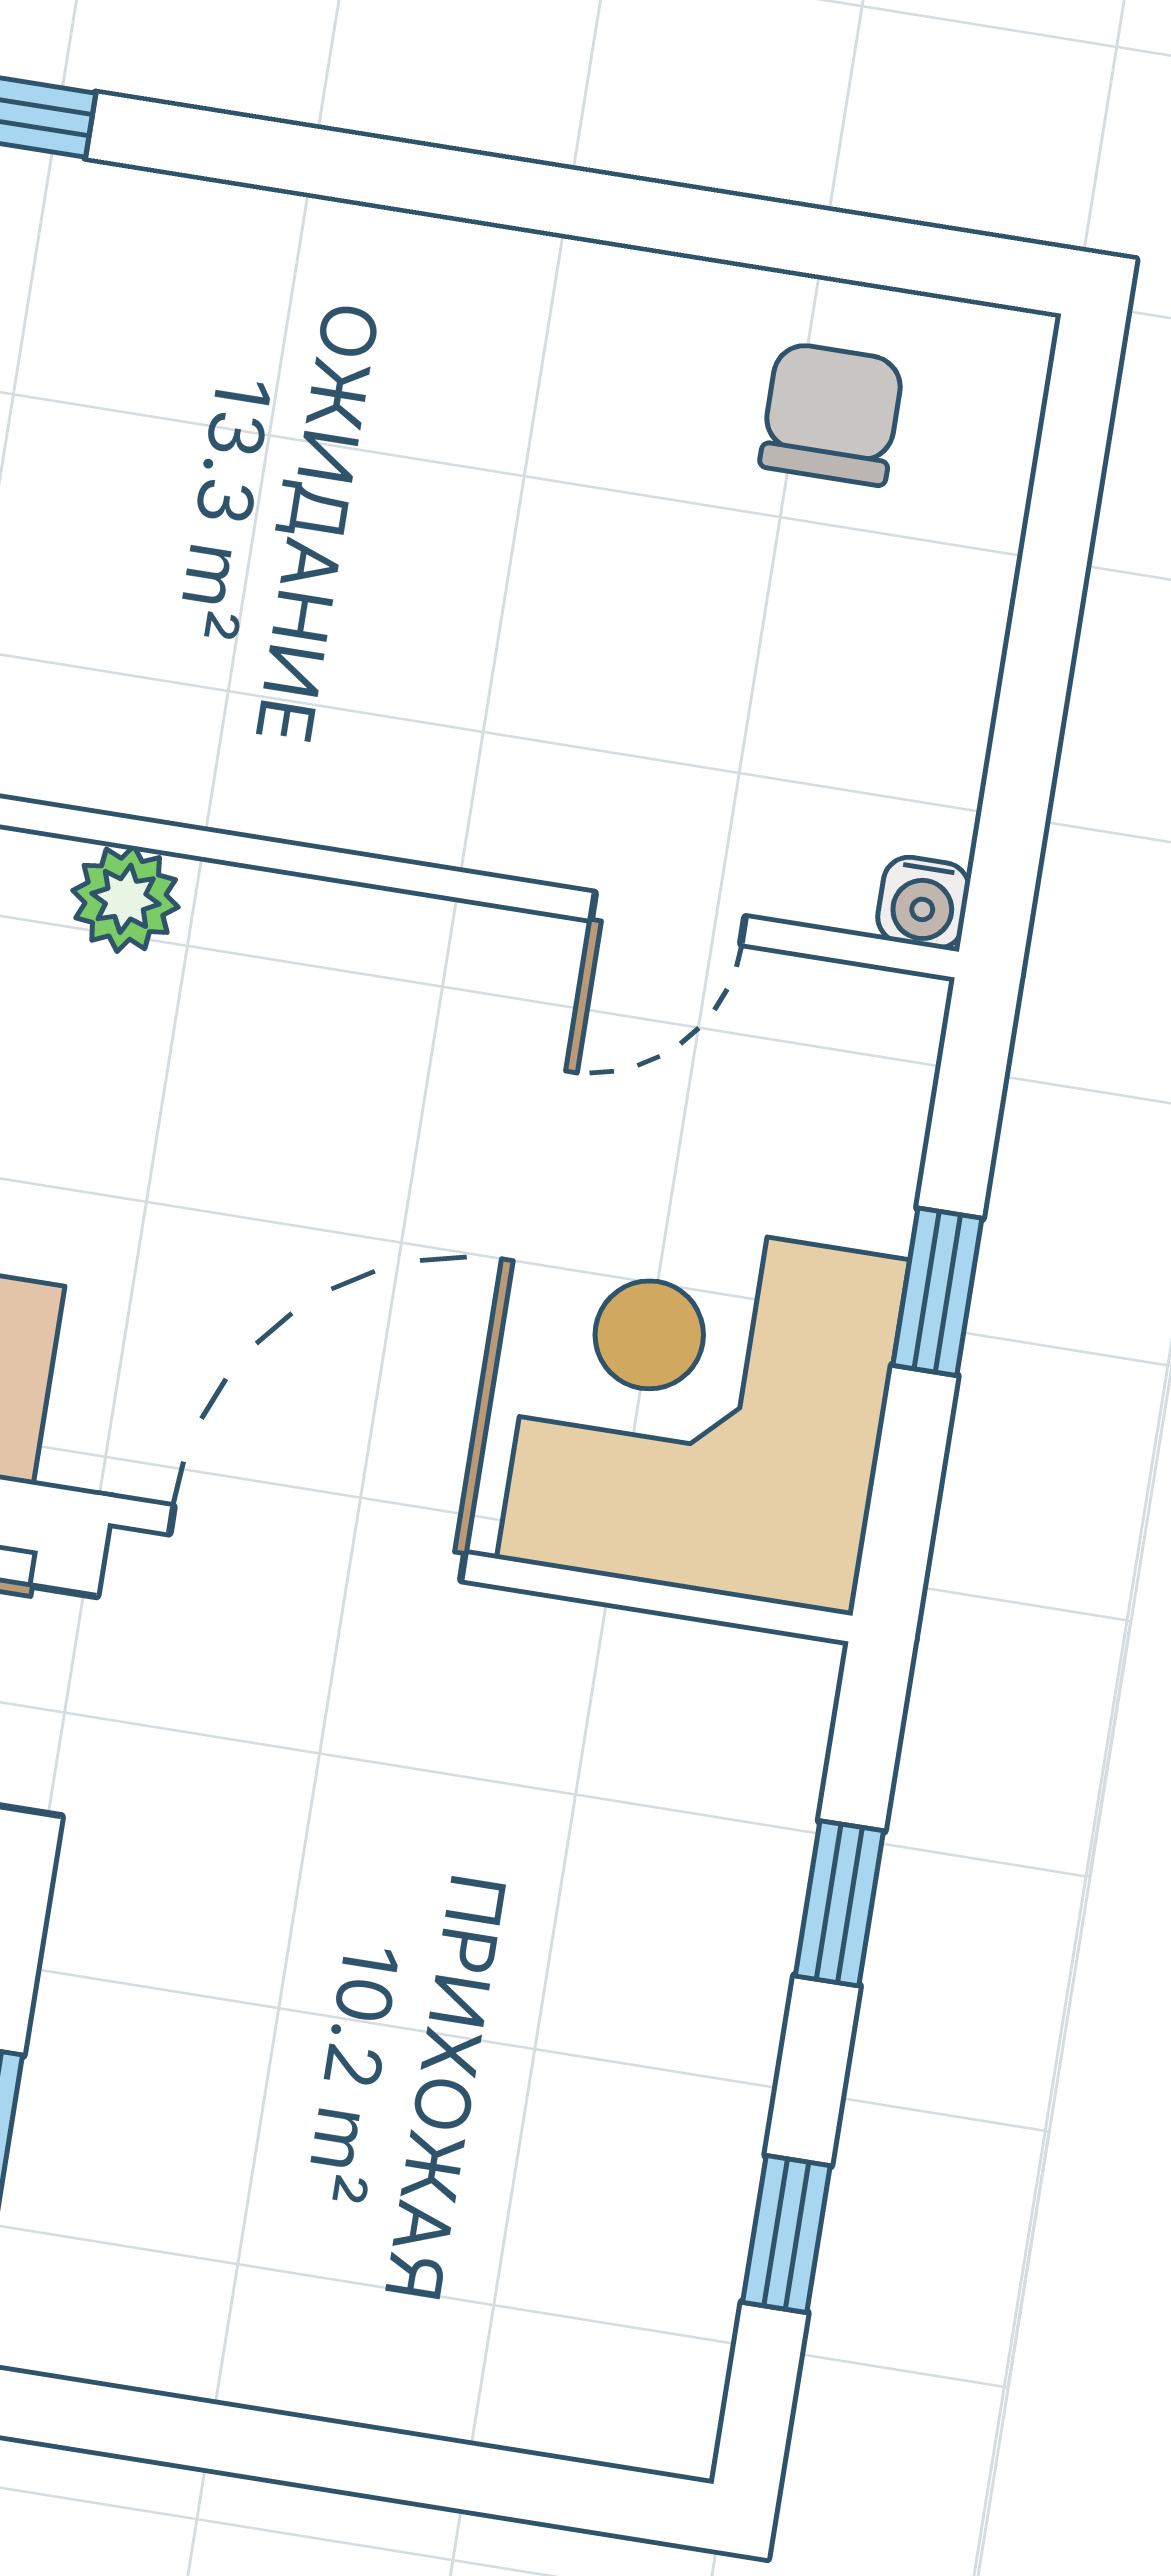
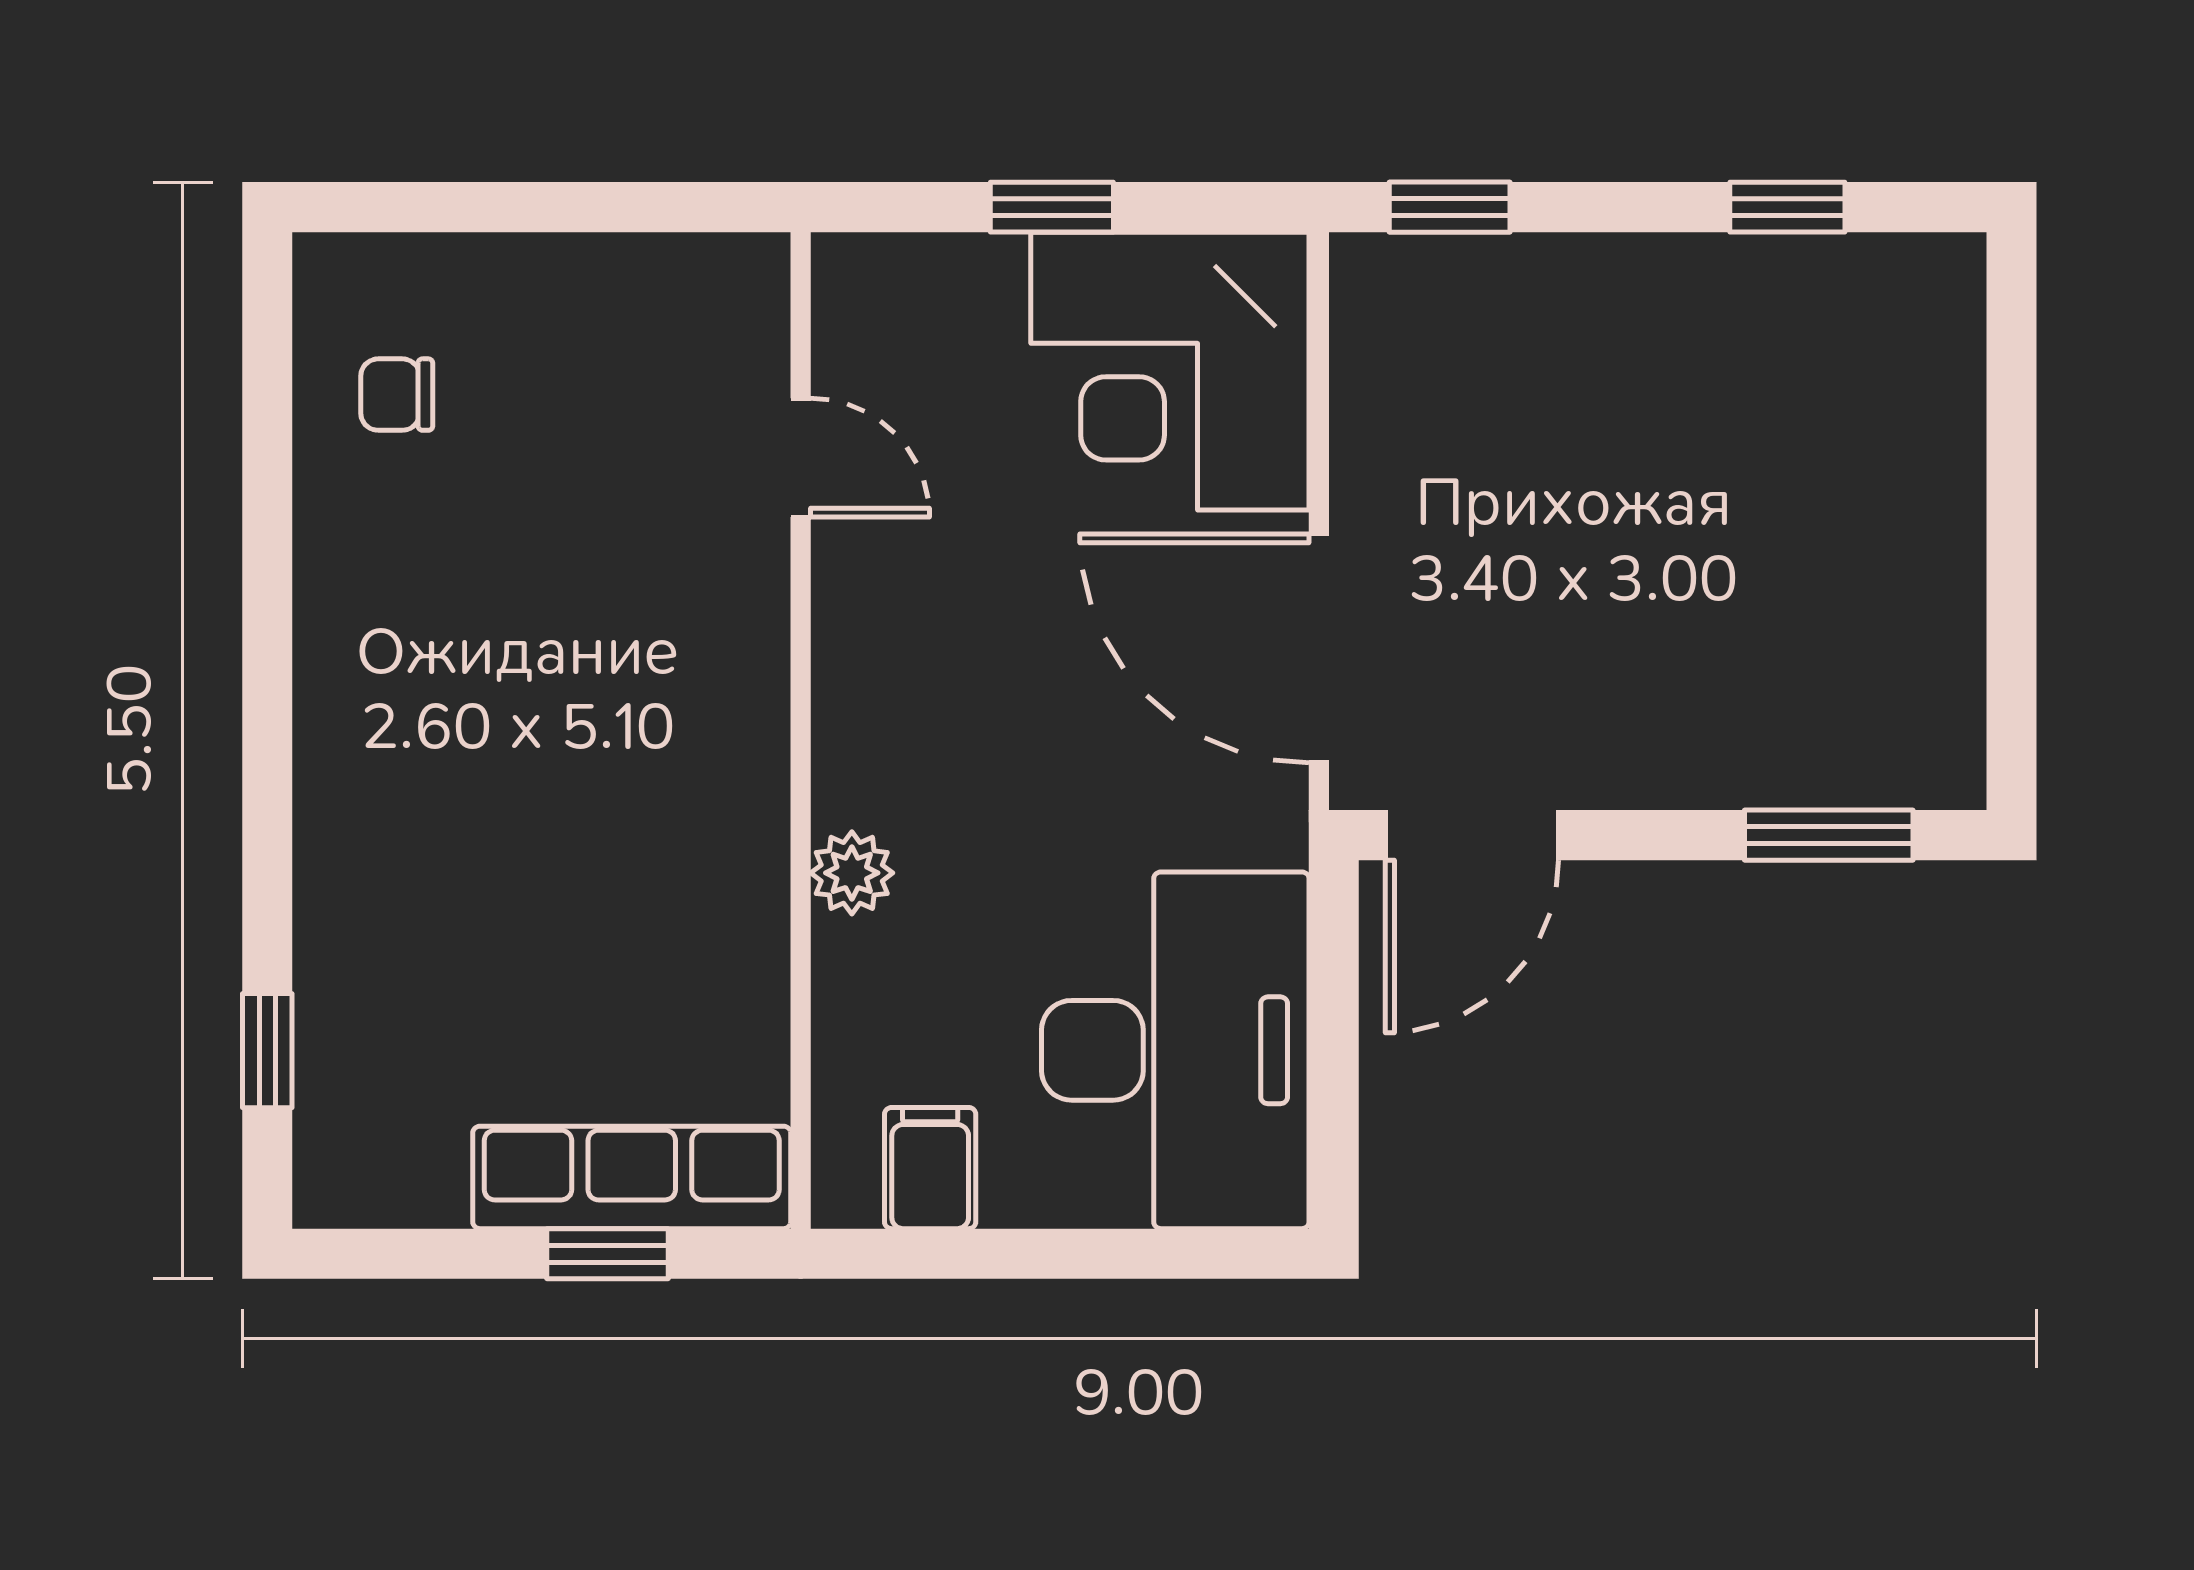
chair: (832, 414) -> (397, 395), width x0.73, depth x0.73
water cooler: (923, 903) -> (757, 265), removed
window: (839, 1903) -> (1450, 207), moved

